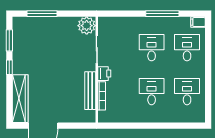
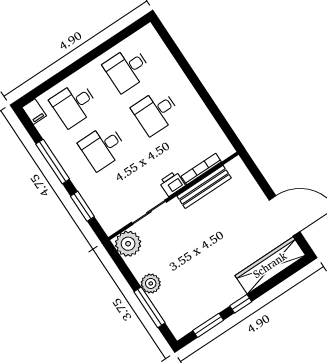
window: (125, 14) -> (82, 206), added
plant: (55, 23) -> (151, 283), added

